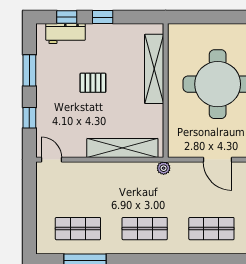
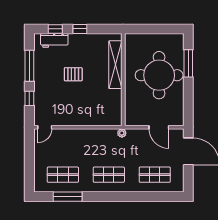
window: (29, 70) -> (29, 66), width x1.44
shelving: (122, 148) -> (93, 119), removed
door: (52, 160) -> (45, 127), swing flipped

